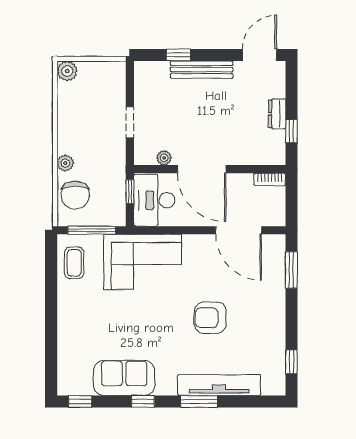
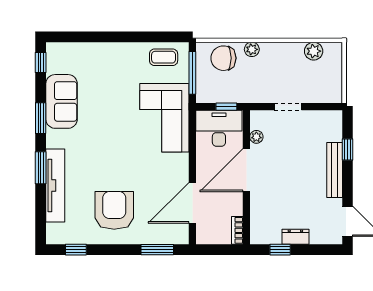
plant: (67, 71) -> (314, 51), moved
armchair: (210, 318) -> (114, 210), moved, width x1.36, depth x1.36
window: (143, 402) -> (41, 118), width x1.50

